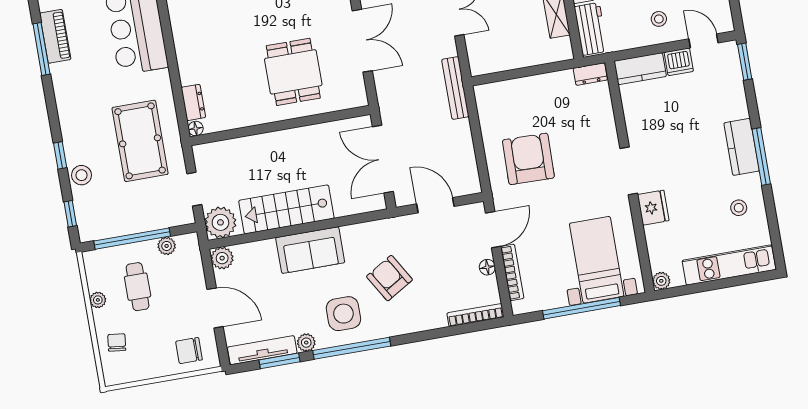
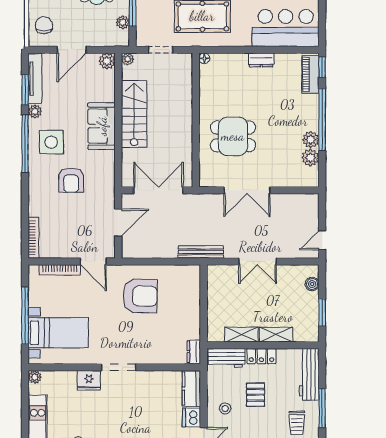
dresser: (193, 102) -> (261, 60), moved
plant: (220, 222) -> (128, 59), width x0.53, depth x0.53
floor lamp: (487, 267) -> (67, 252), removed
armchair: (389, 278) -> (71, 180), turned 121

